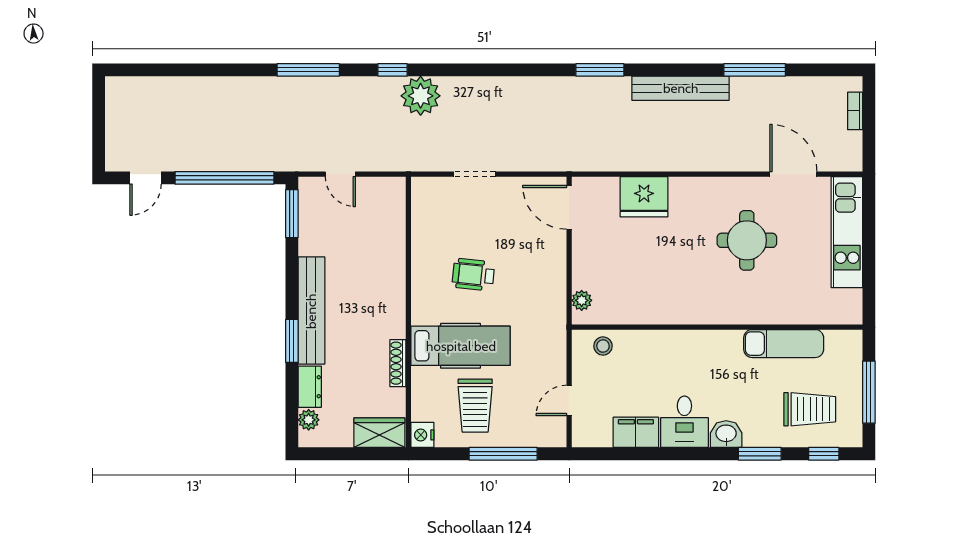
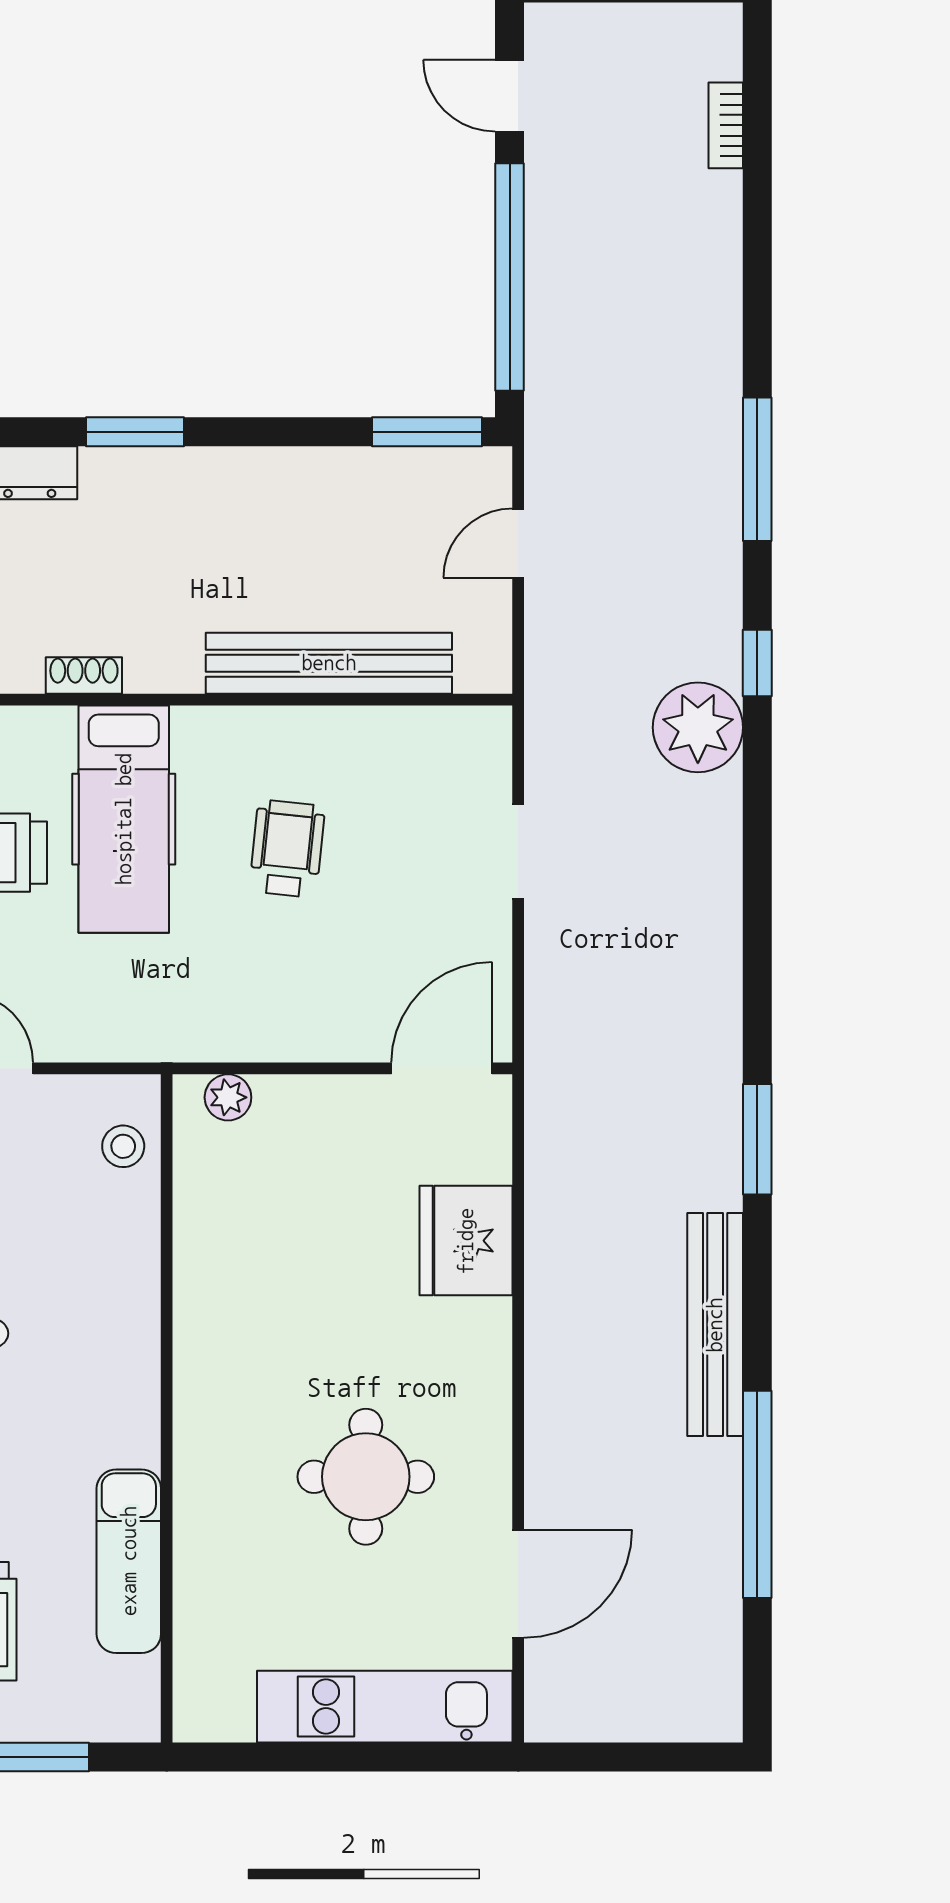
window: (755, 70) -> (757, 1494), width x1.46
bookcase: (855, 111) -> (726, 125), moved, turned -90
bench: (311, 311) -> (329, 663), moved
shoe rack: (398, 363) -> (84, 675), width x0.70

